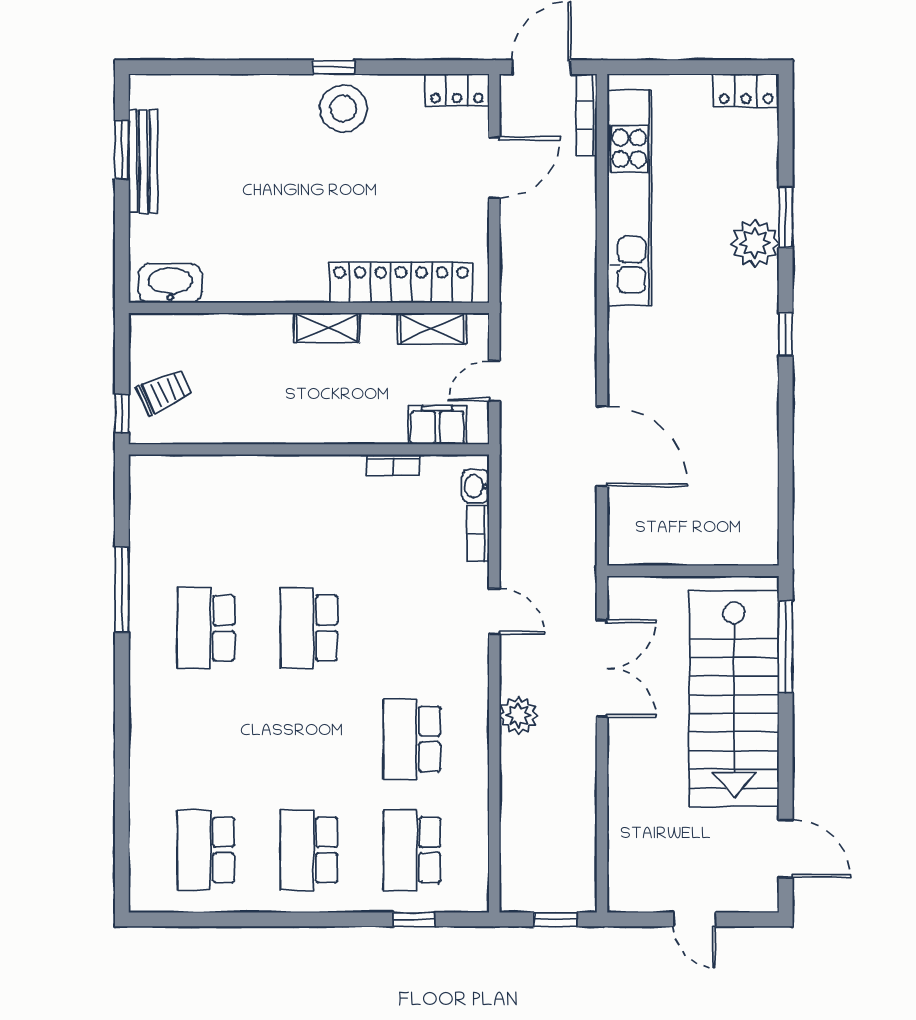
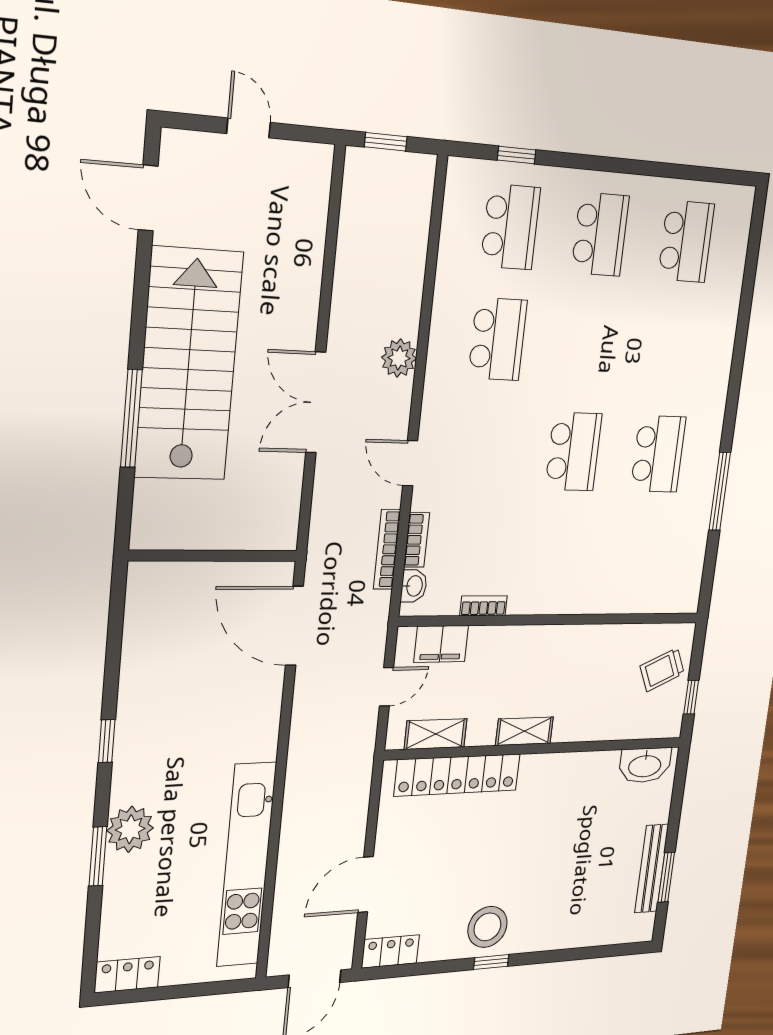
bookcase: (587, 115) -> (387, 549), moved, turned 180
window: (122, 413) -> (691, 697), moved
wall: (693, 571) -> (214, 556), moved

